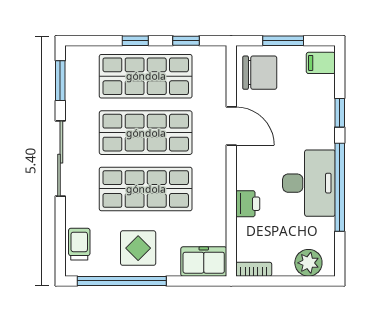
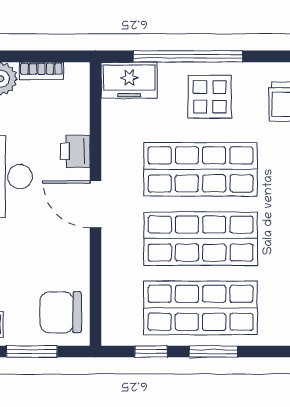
window: (135, 41) -> (213, 351), width x1.50
door: (231, 126) -> (96, 204), moved
bookcase: (254, 269) -> (41, 71), moved
window: (122, 281) -> (188, 56), moved

